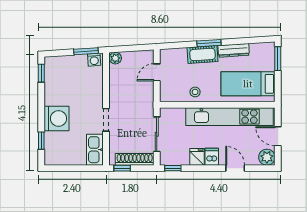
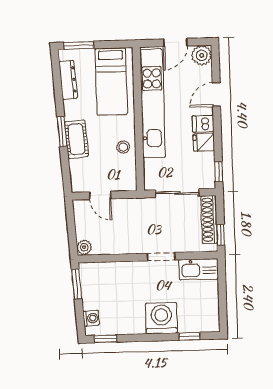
dresser: (234, 50) -> (68, 80), moved
washing machine: (94, 60) -> (91, 318), moved

